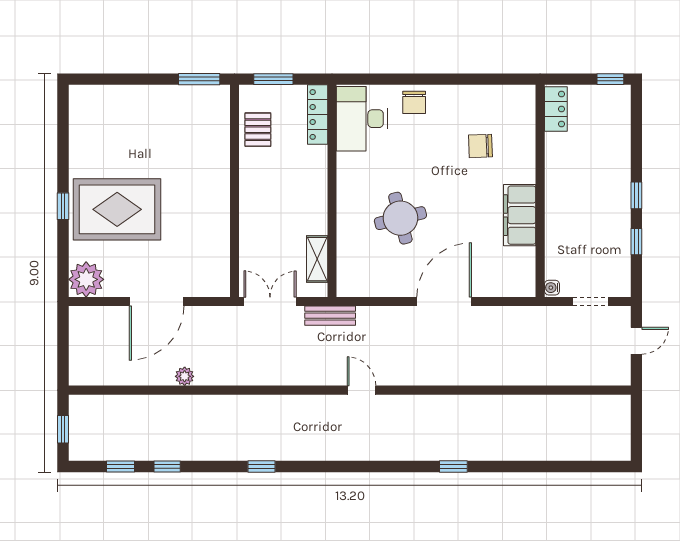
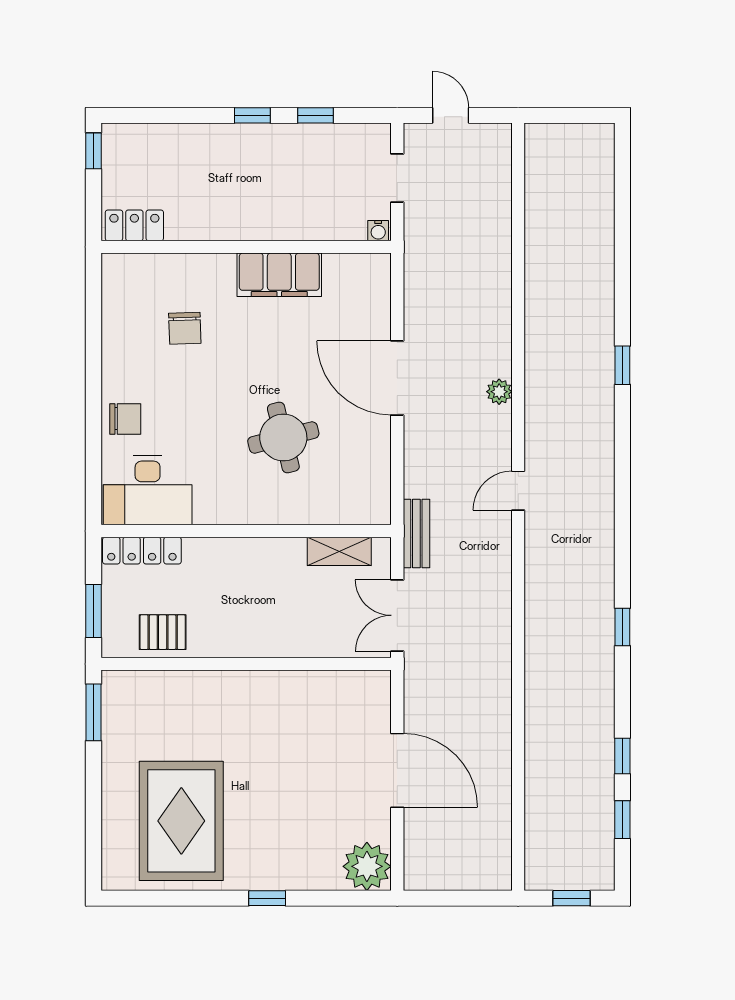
rug: (117, 209) -> (181, 821), moved
plant: (185, 376) -> (499, 392), moved

